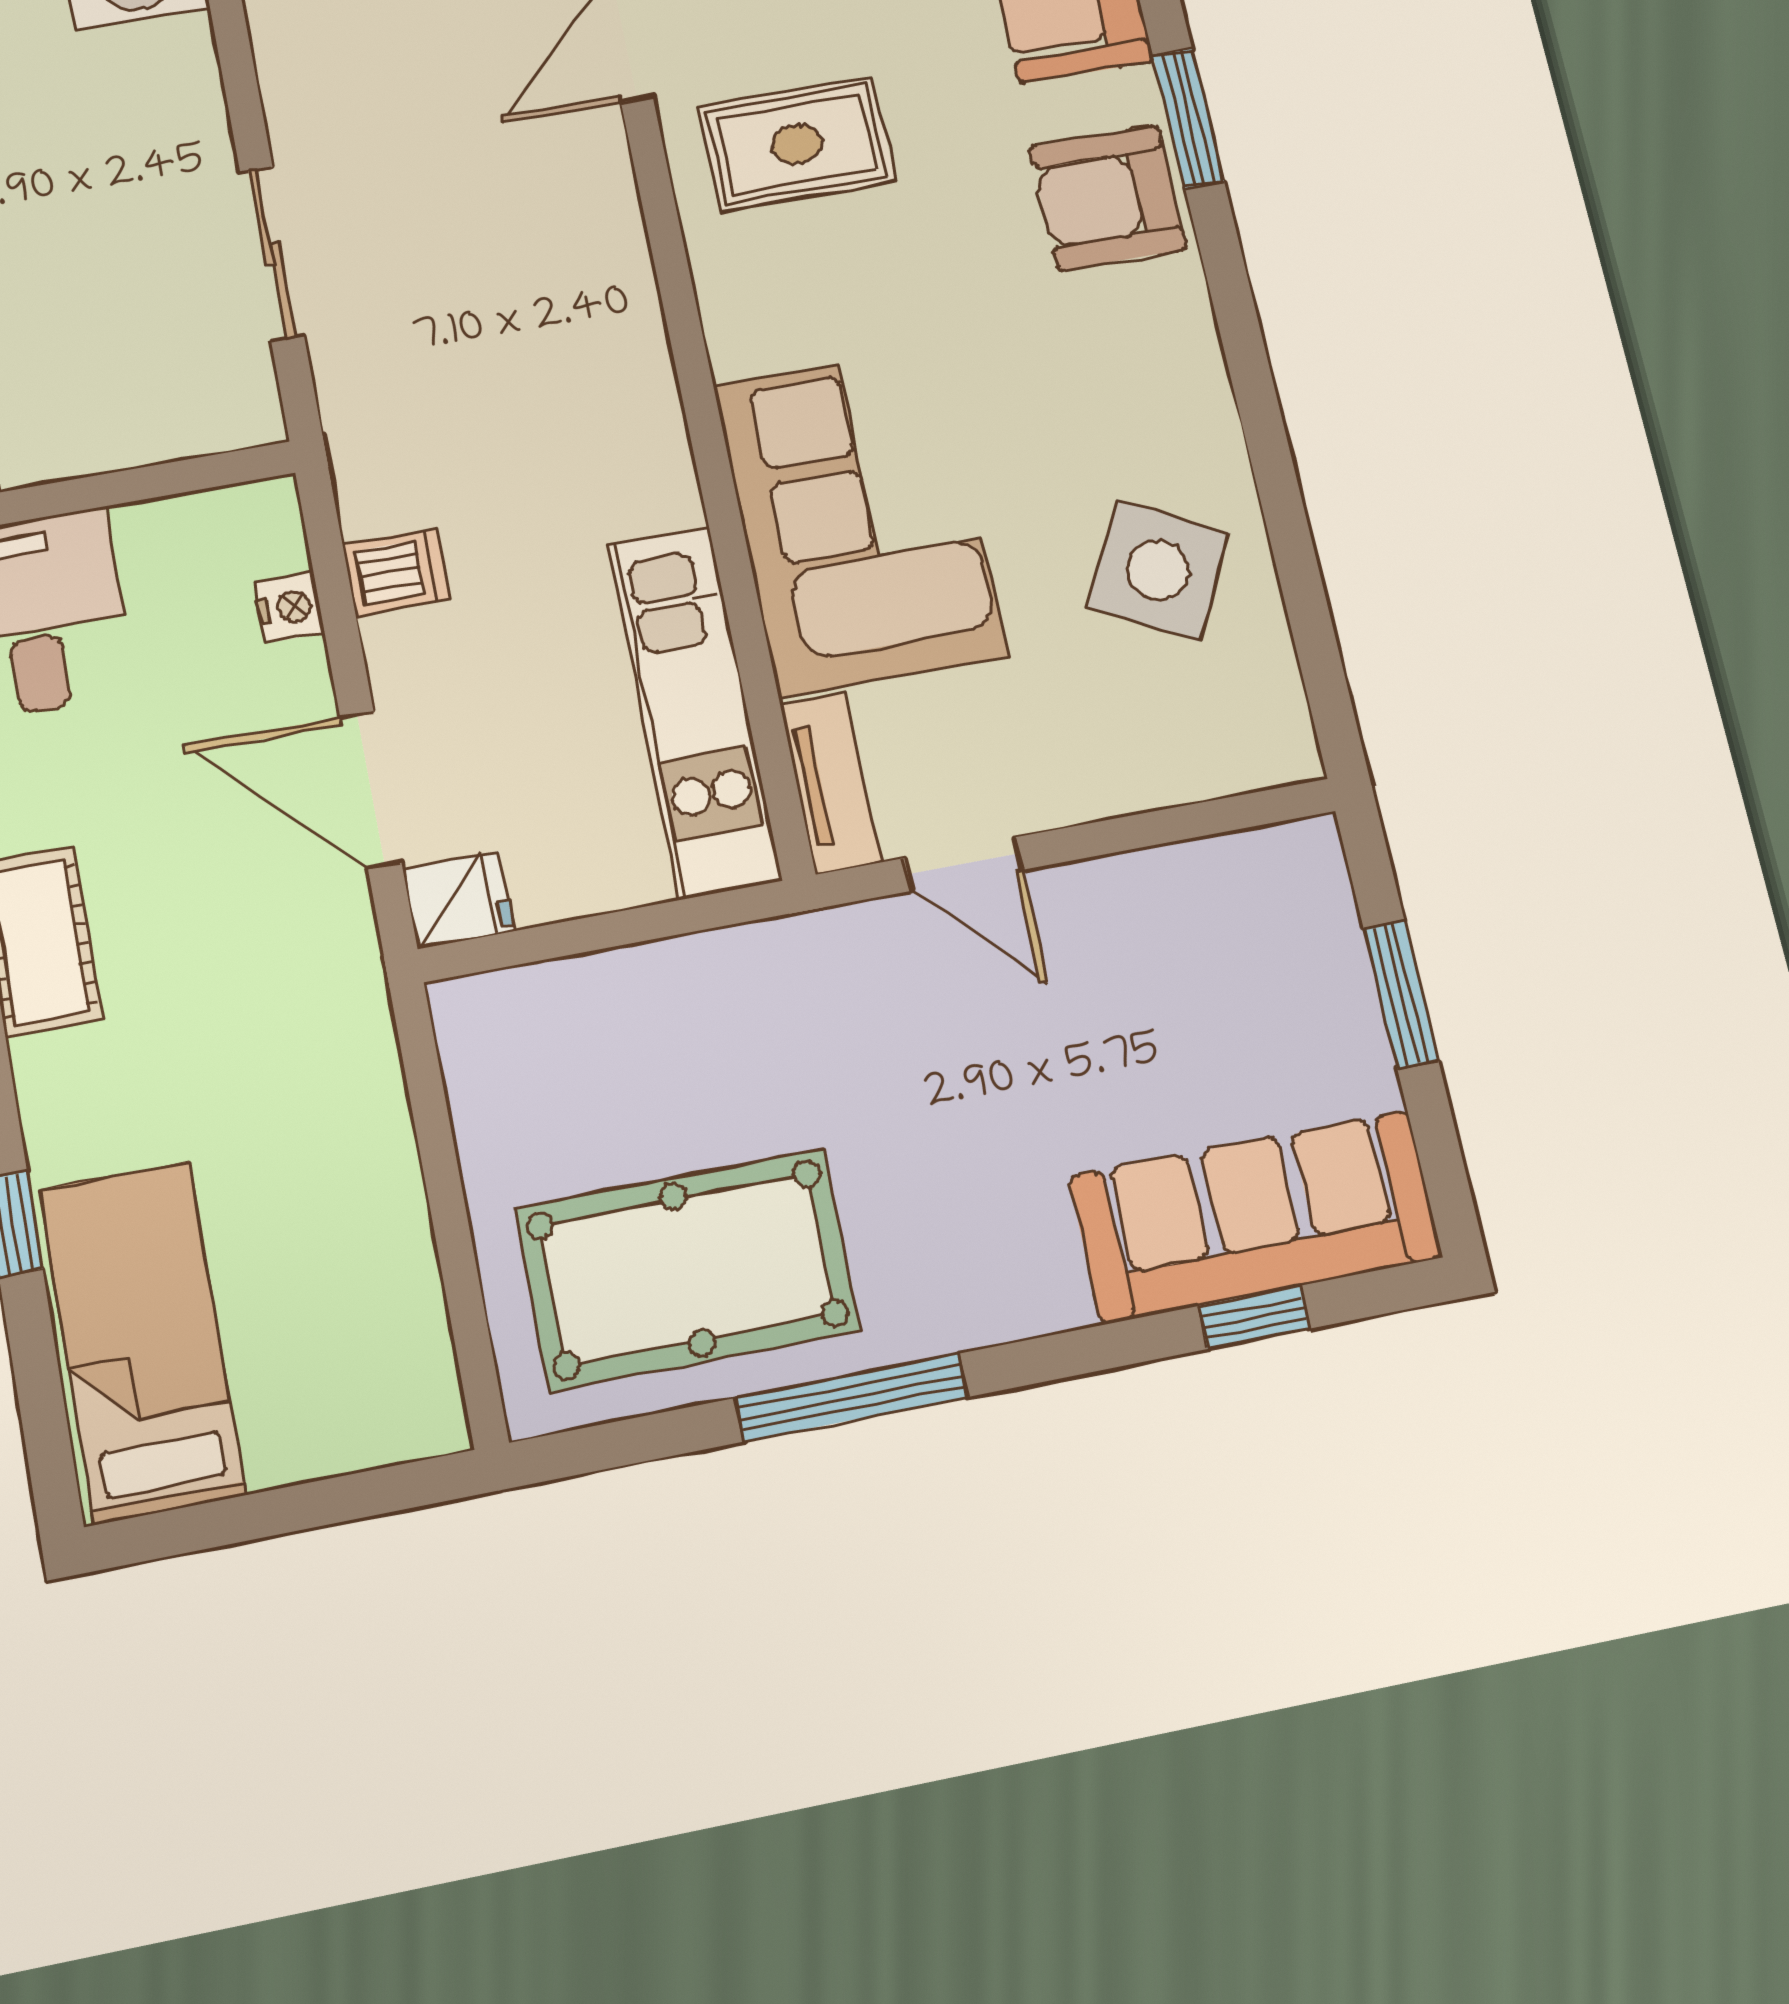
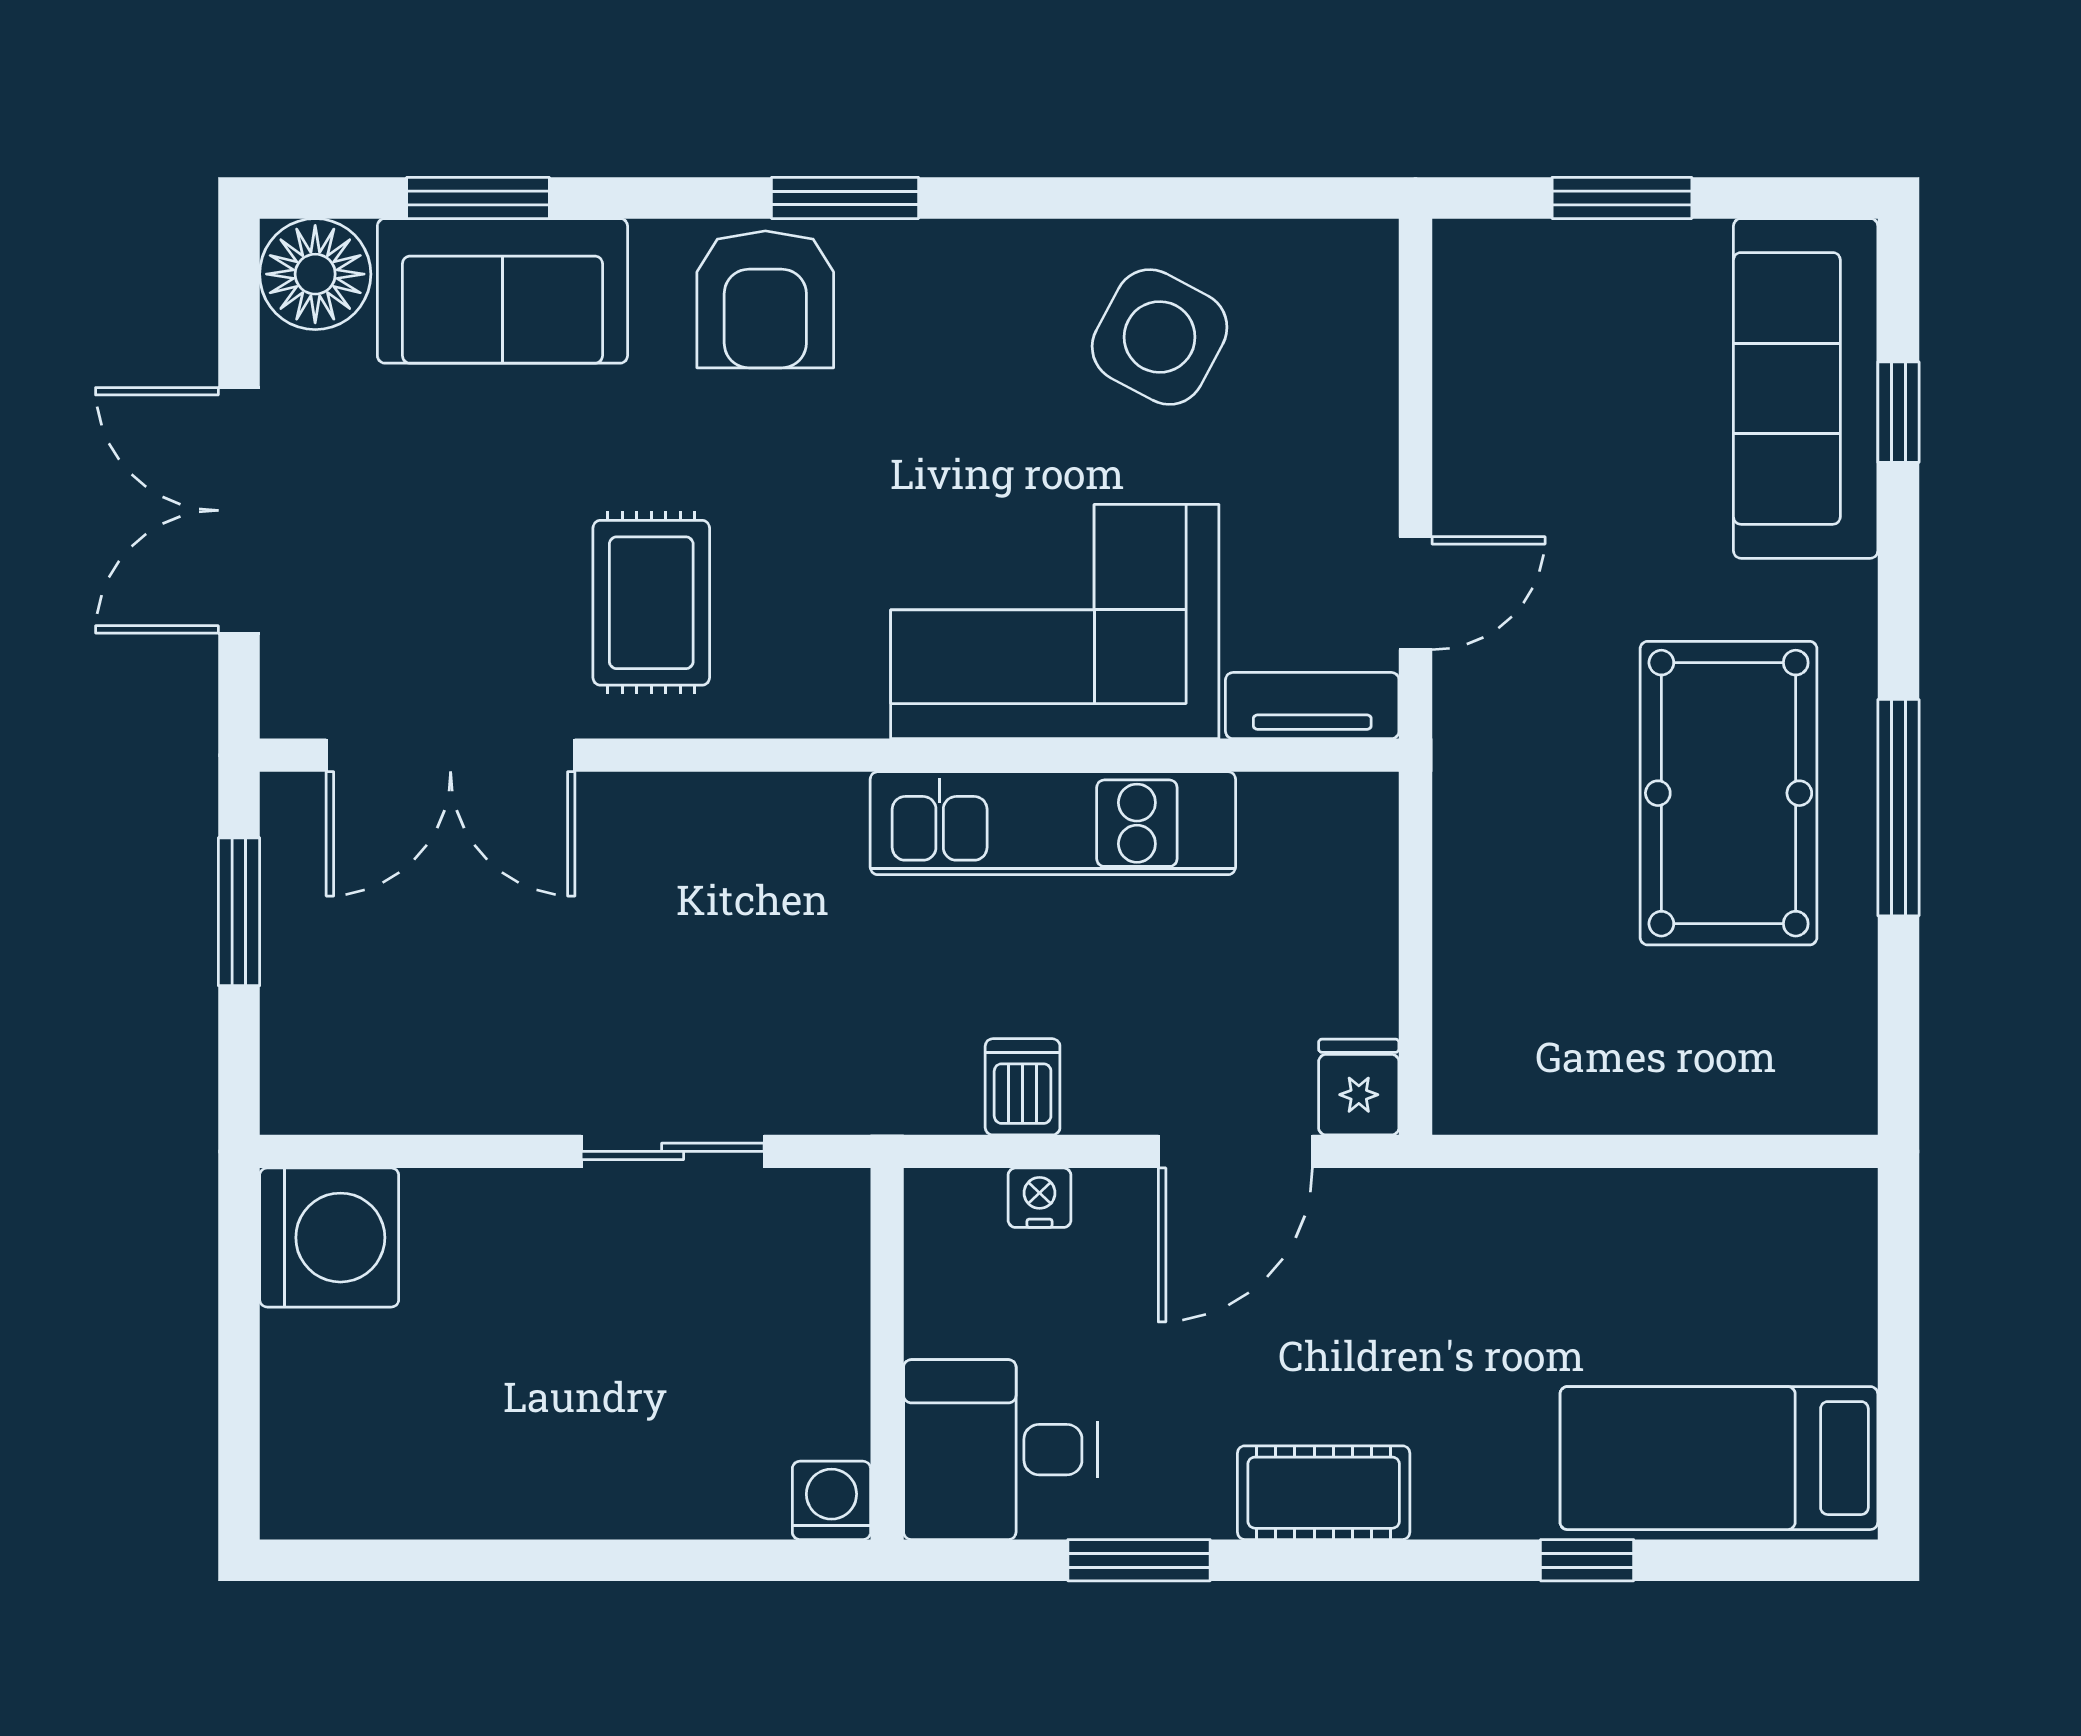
window: (1188, 118) -> (845, 198), moved
kitchen unit: (695, 711) -> (1053, 823), moved
pool table: (687, 1269) -> (1729, 793), moved

